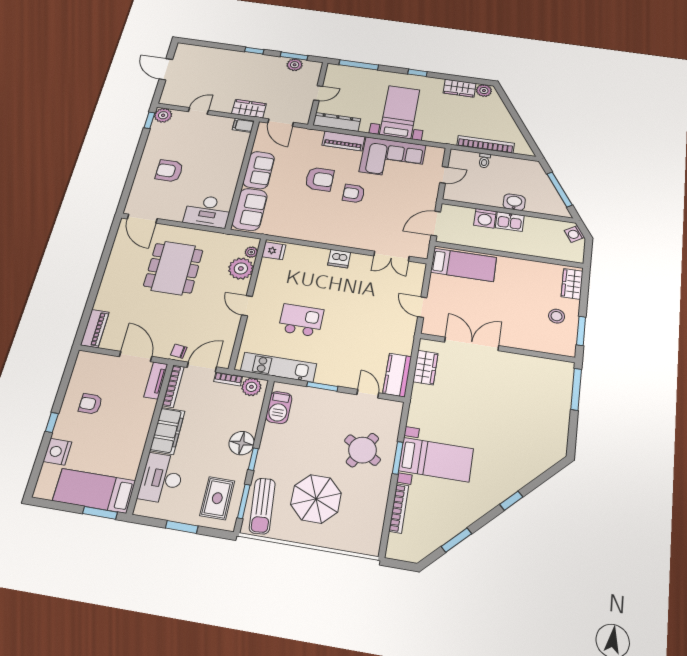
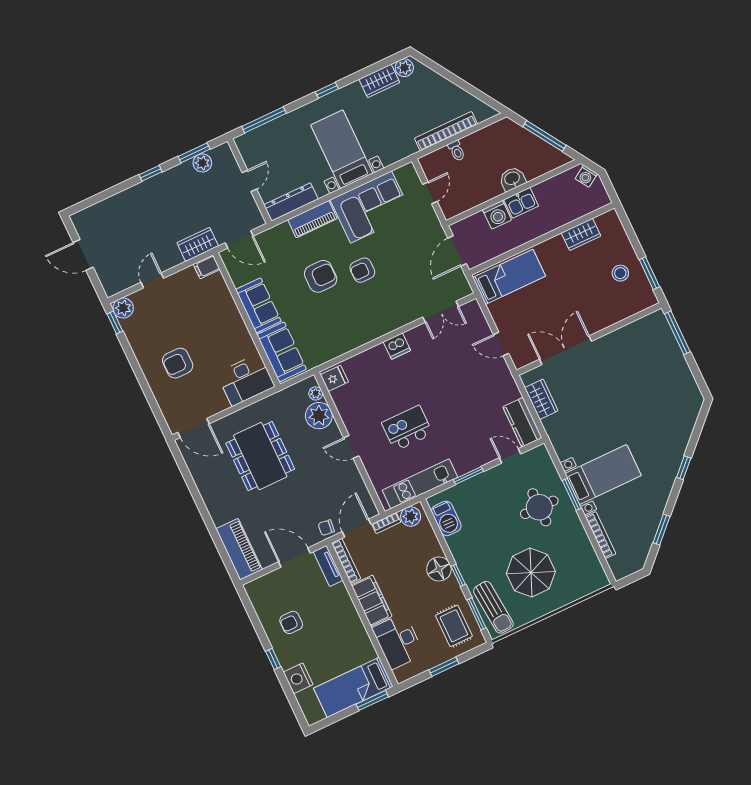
wardrobe: (572, 284) -> (581, 234), moved, turned -90
piano: (95, 329) -> (239, 549), width x1.37, depth x1.33
round table: (362, 450) -> (539, 507), turned -31

